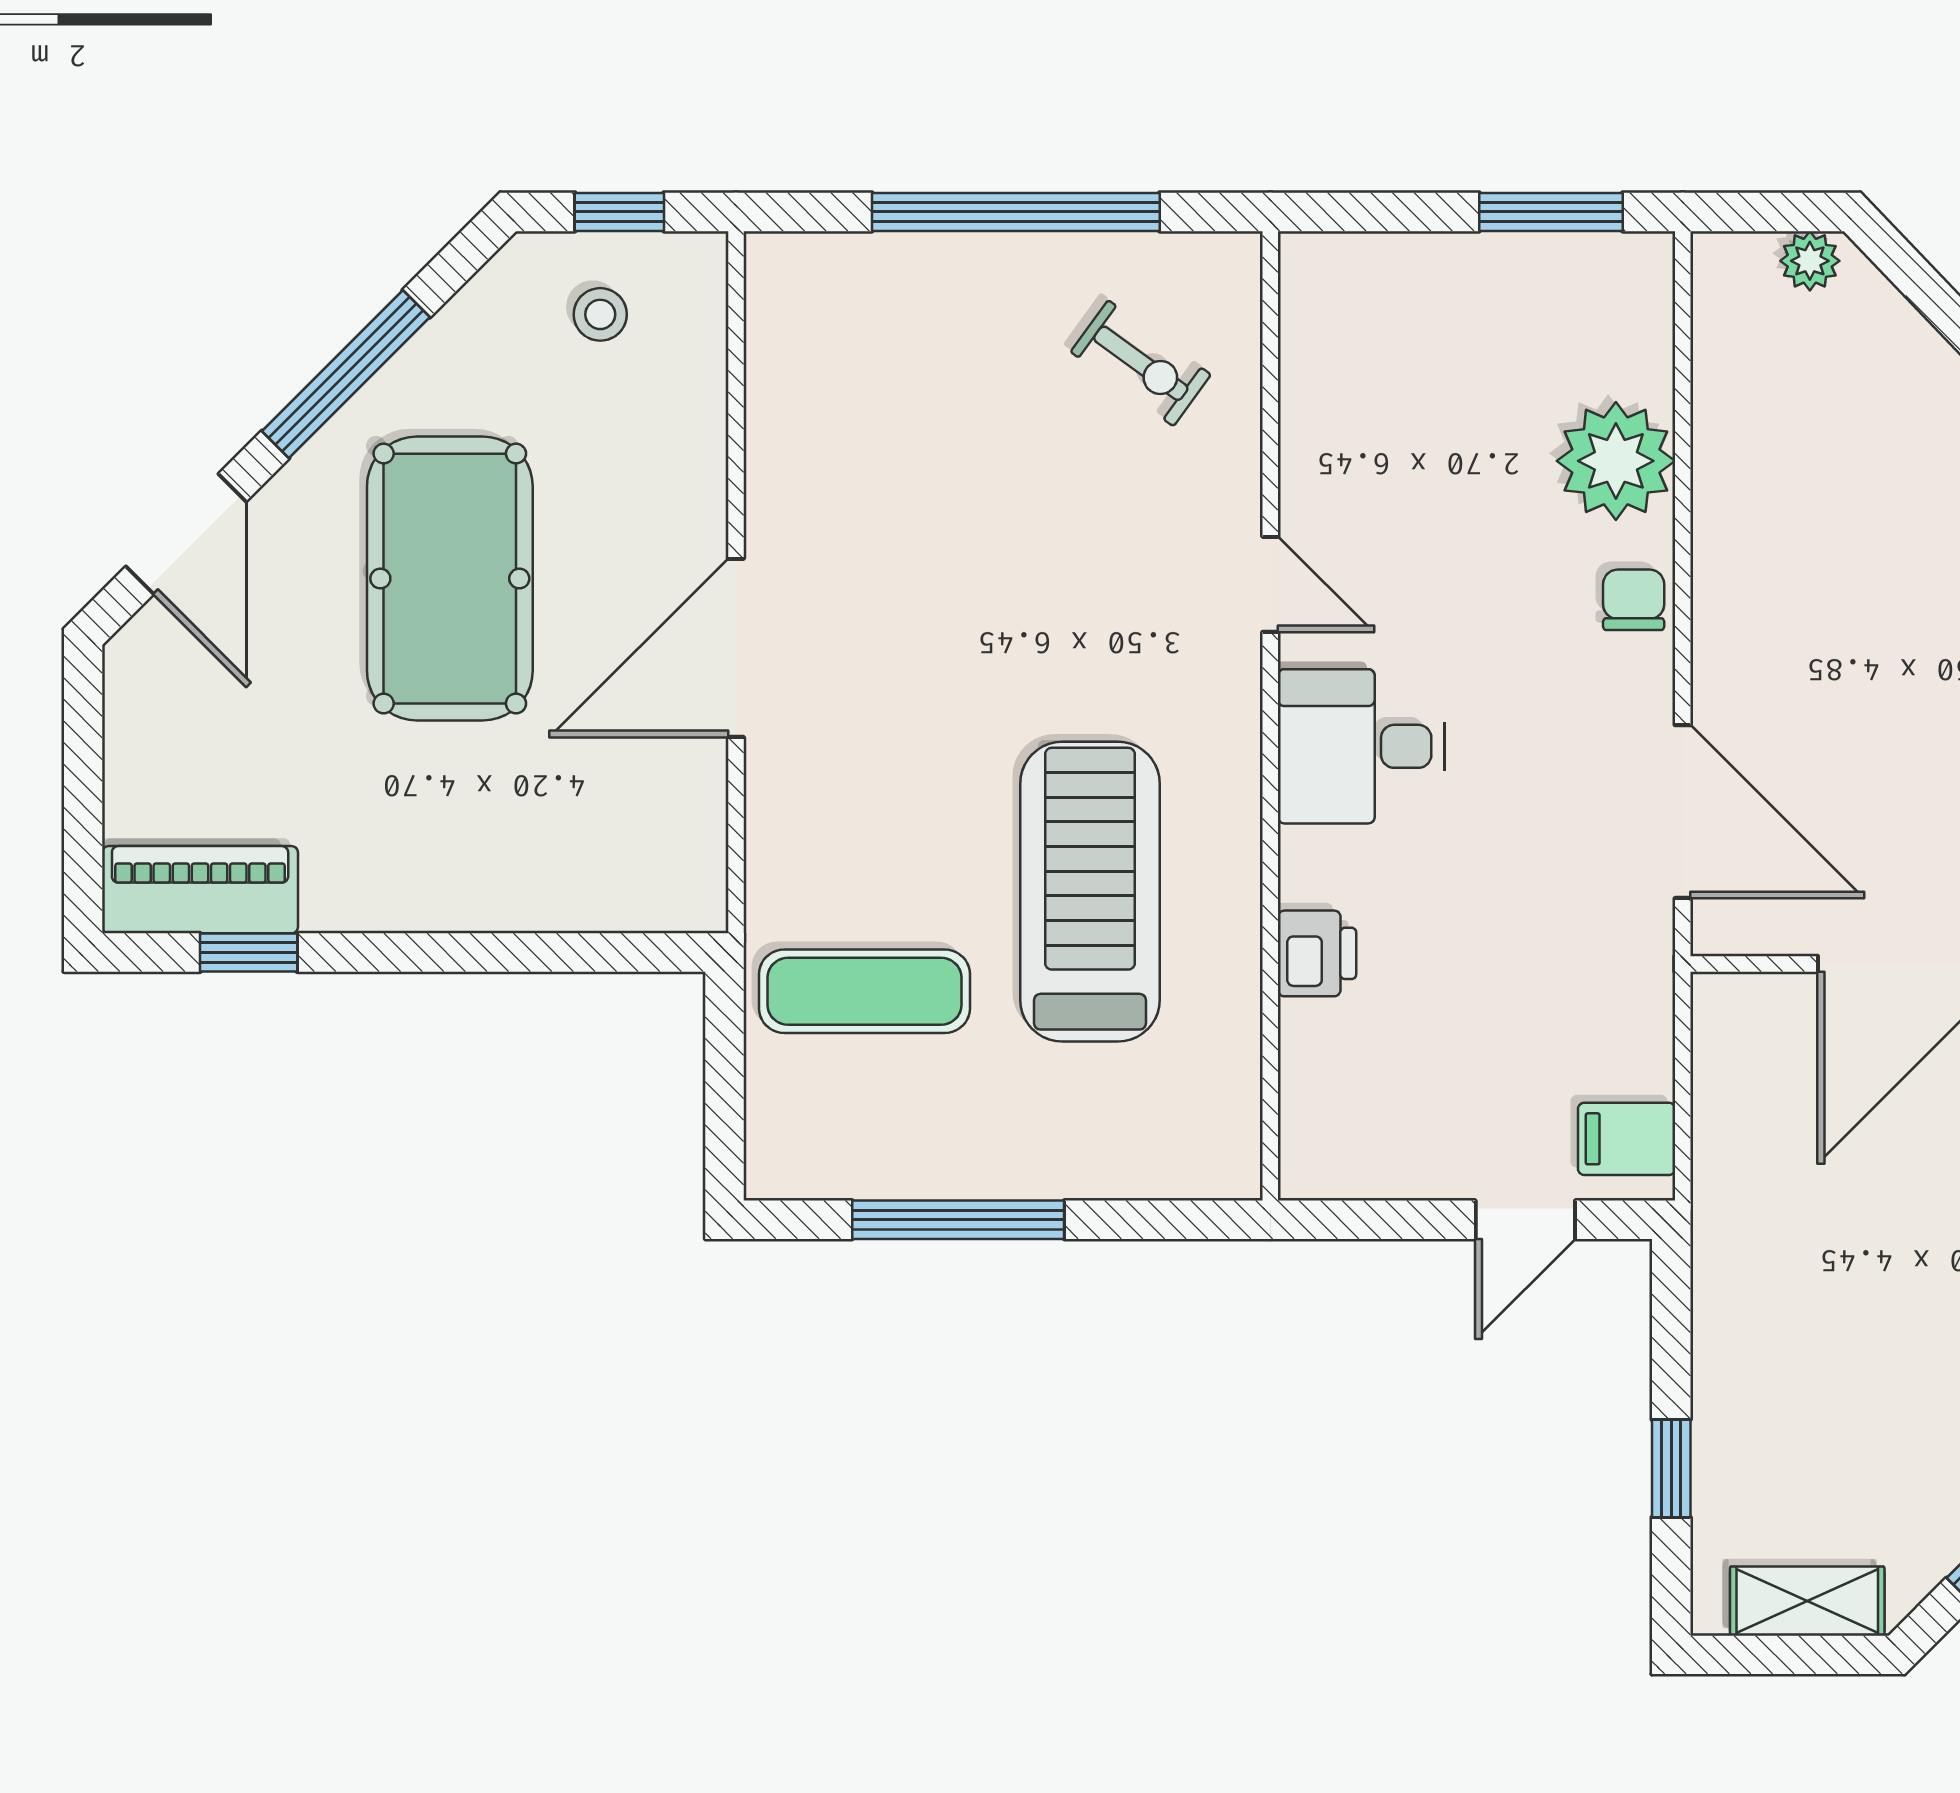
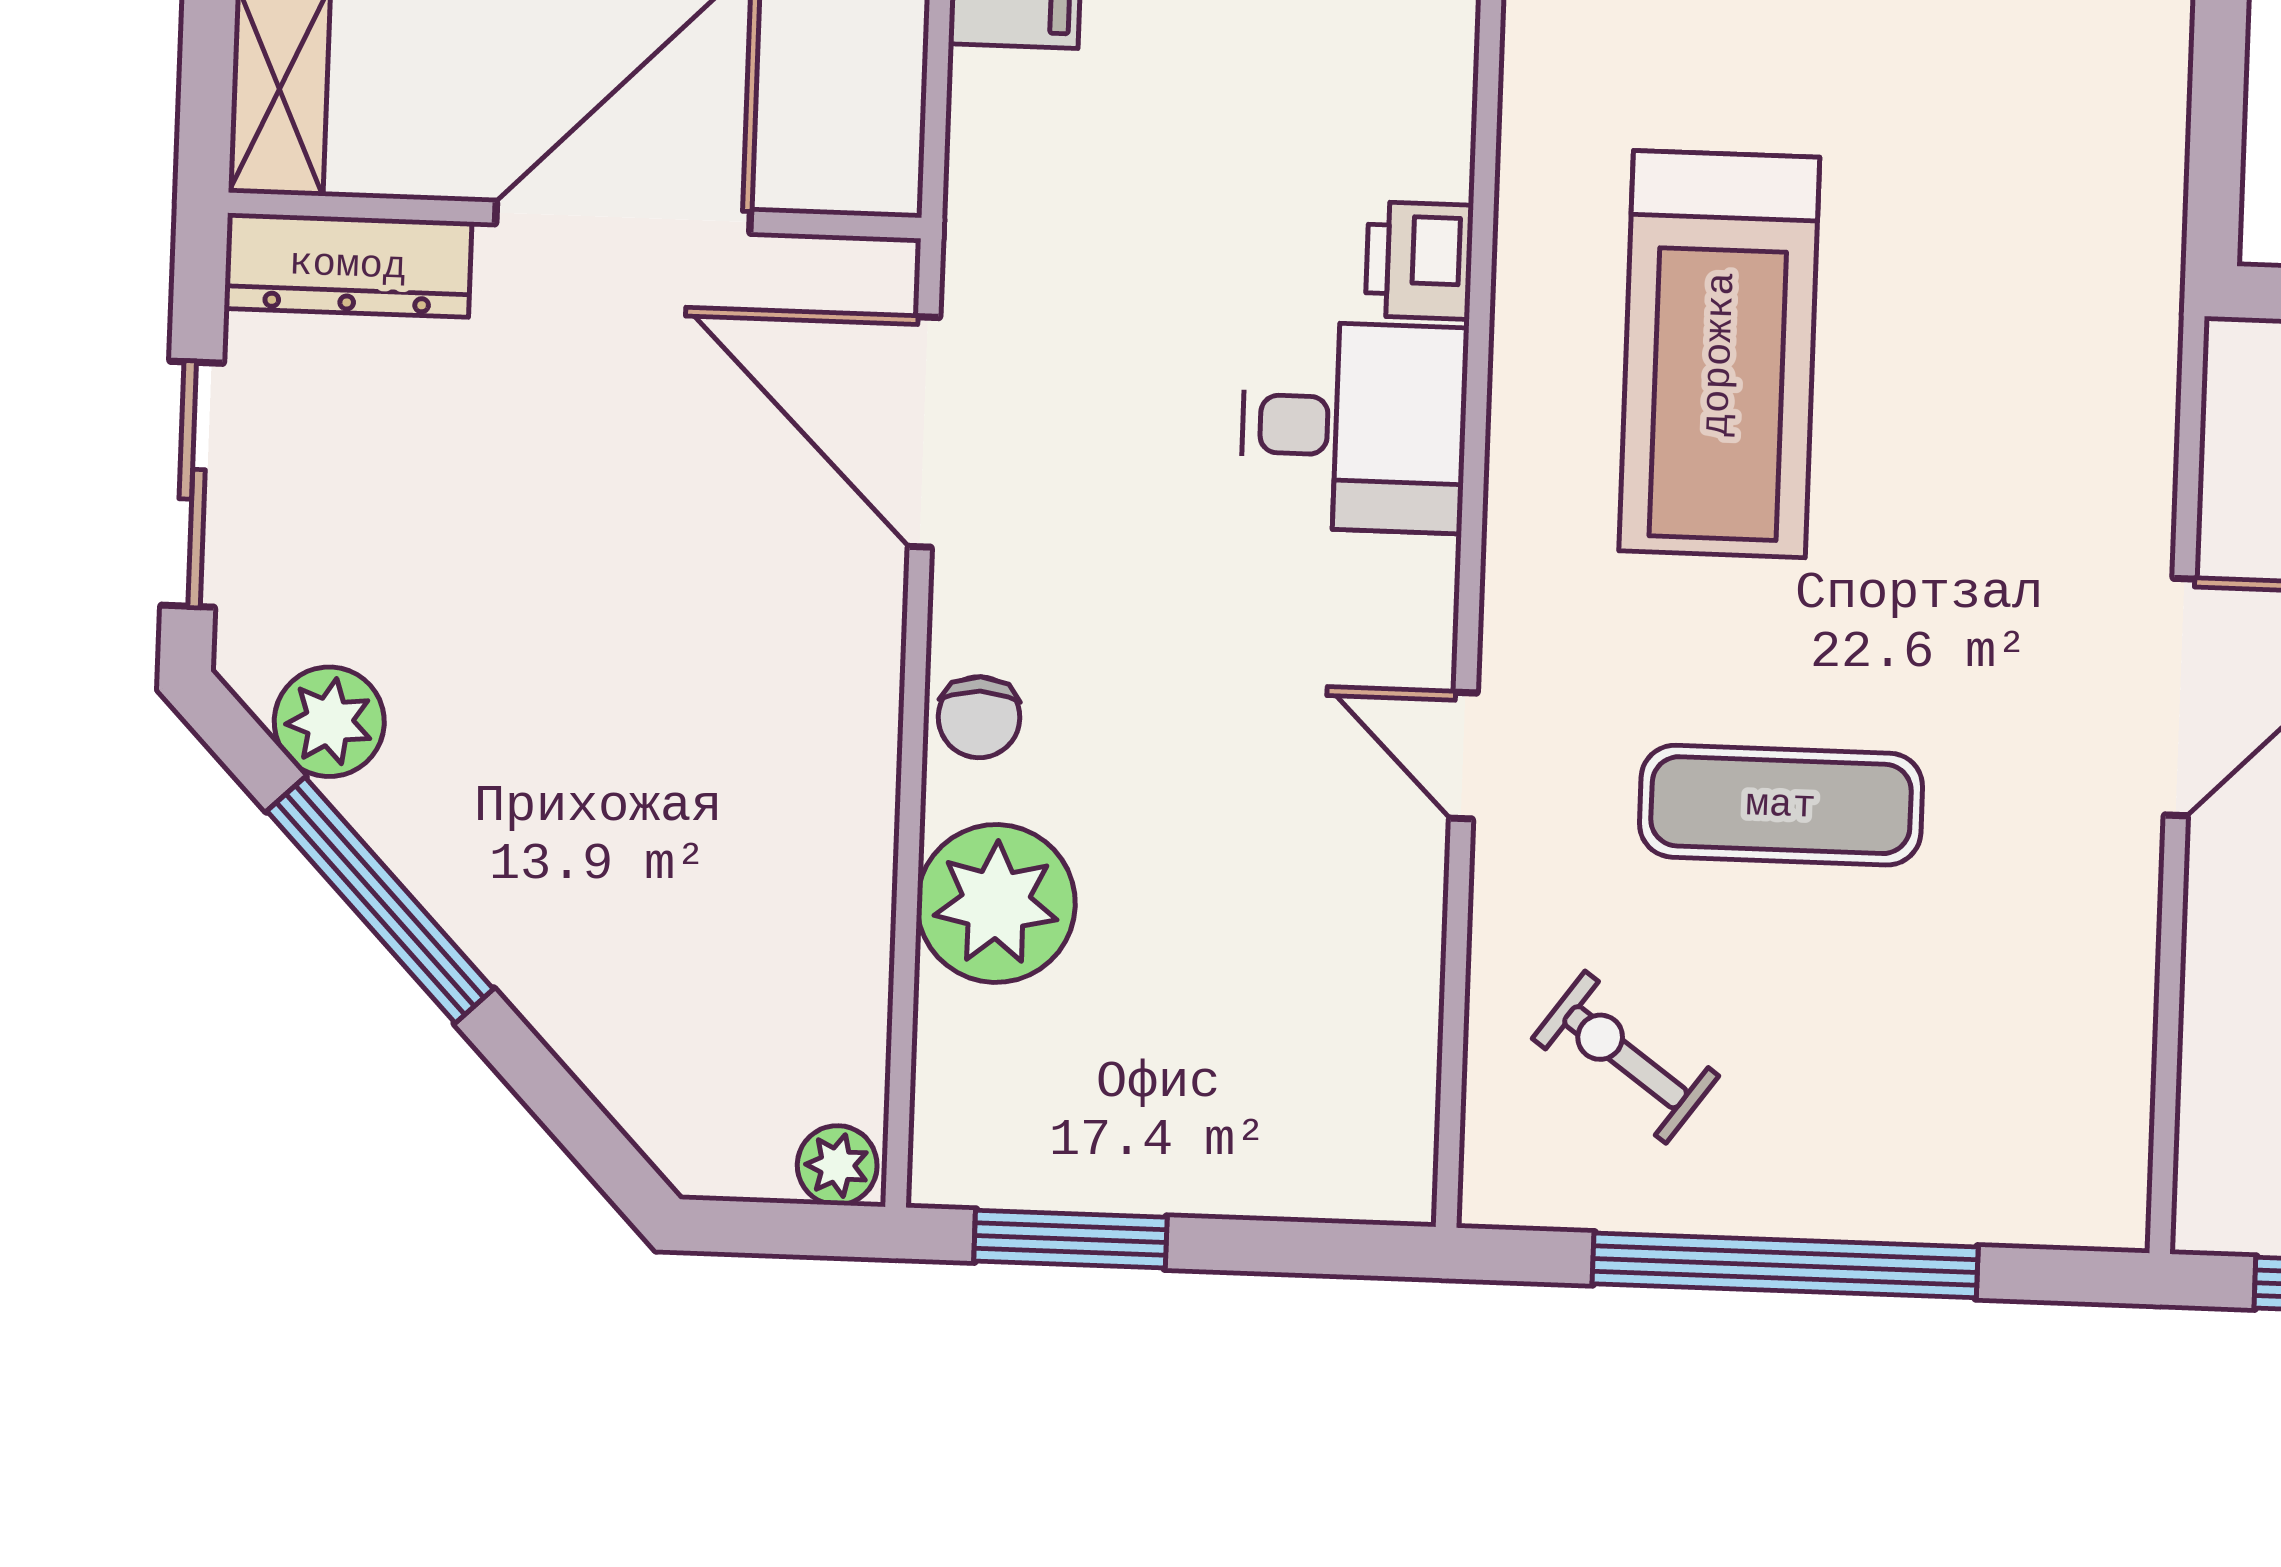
plant: (1810, 261) -> (837, 1165), moved
desk: (1361, 746) -> (1354, 427), moved
exercise mat: (864, 991) -> (1781, 805), moved

